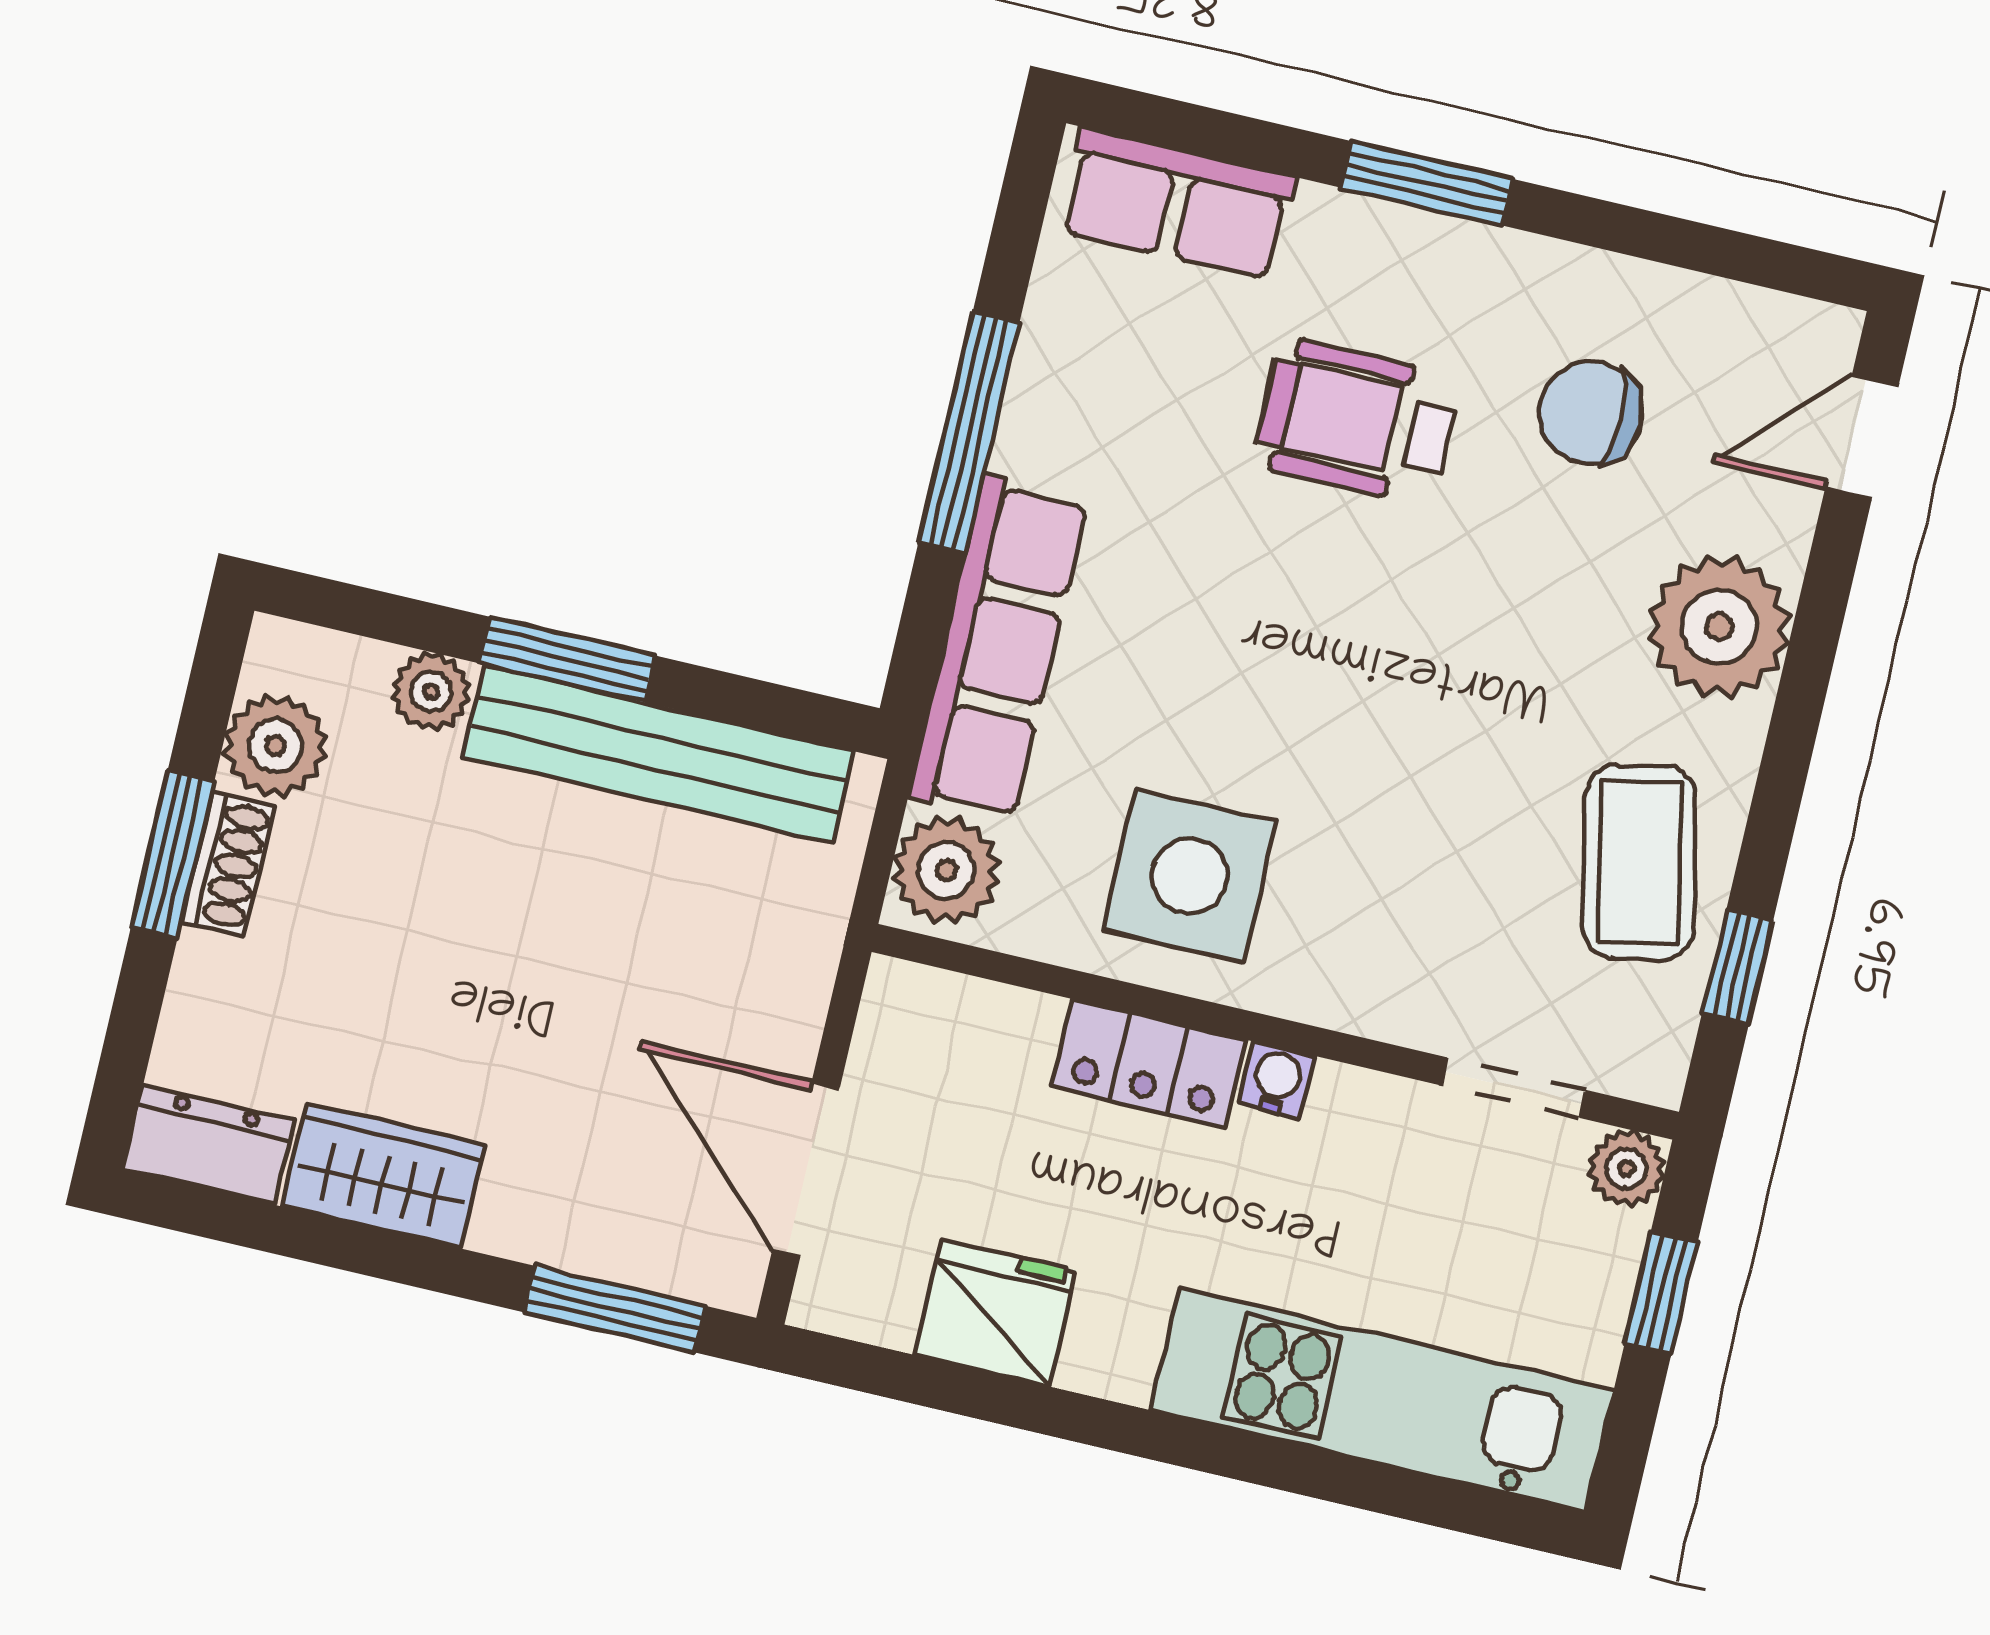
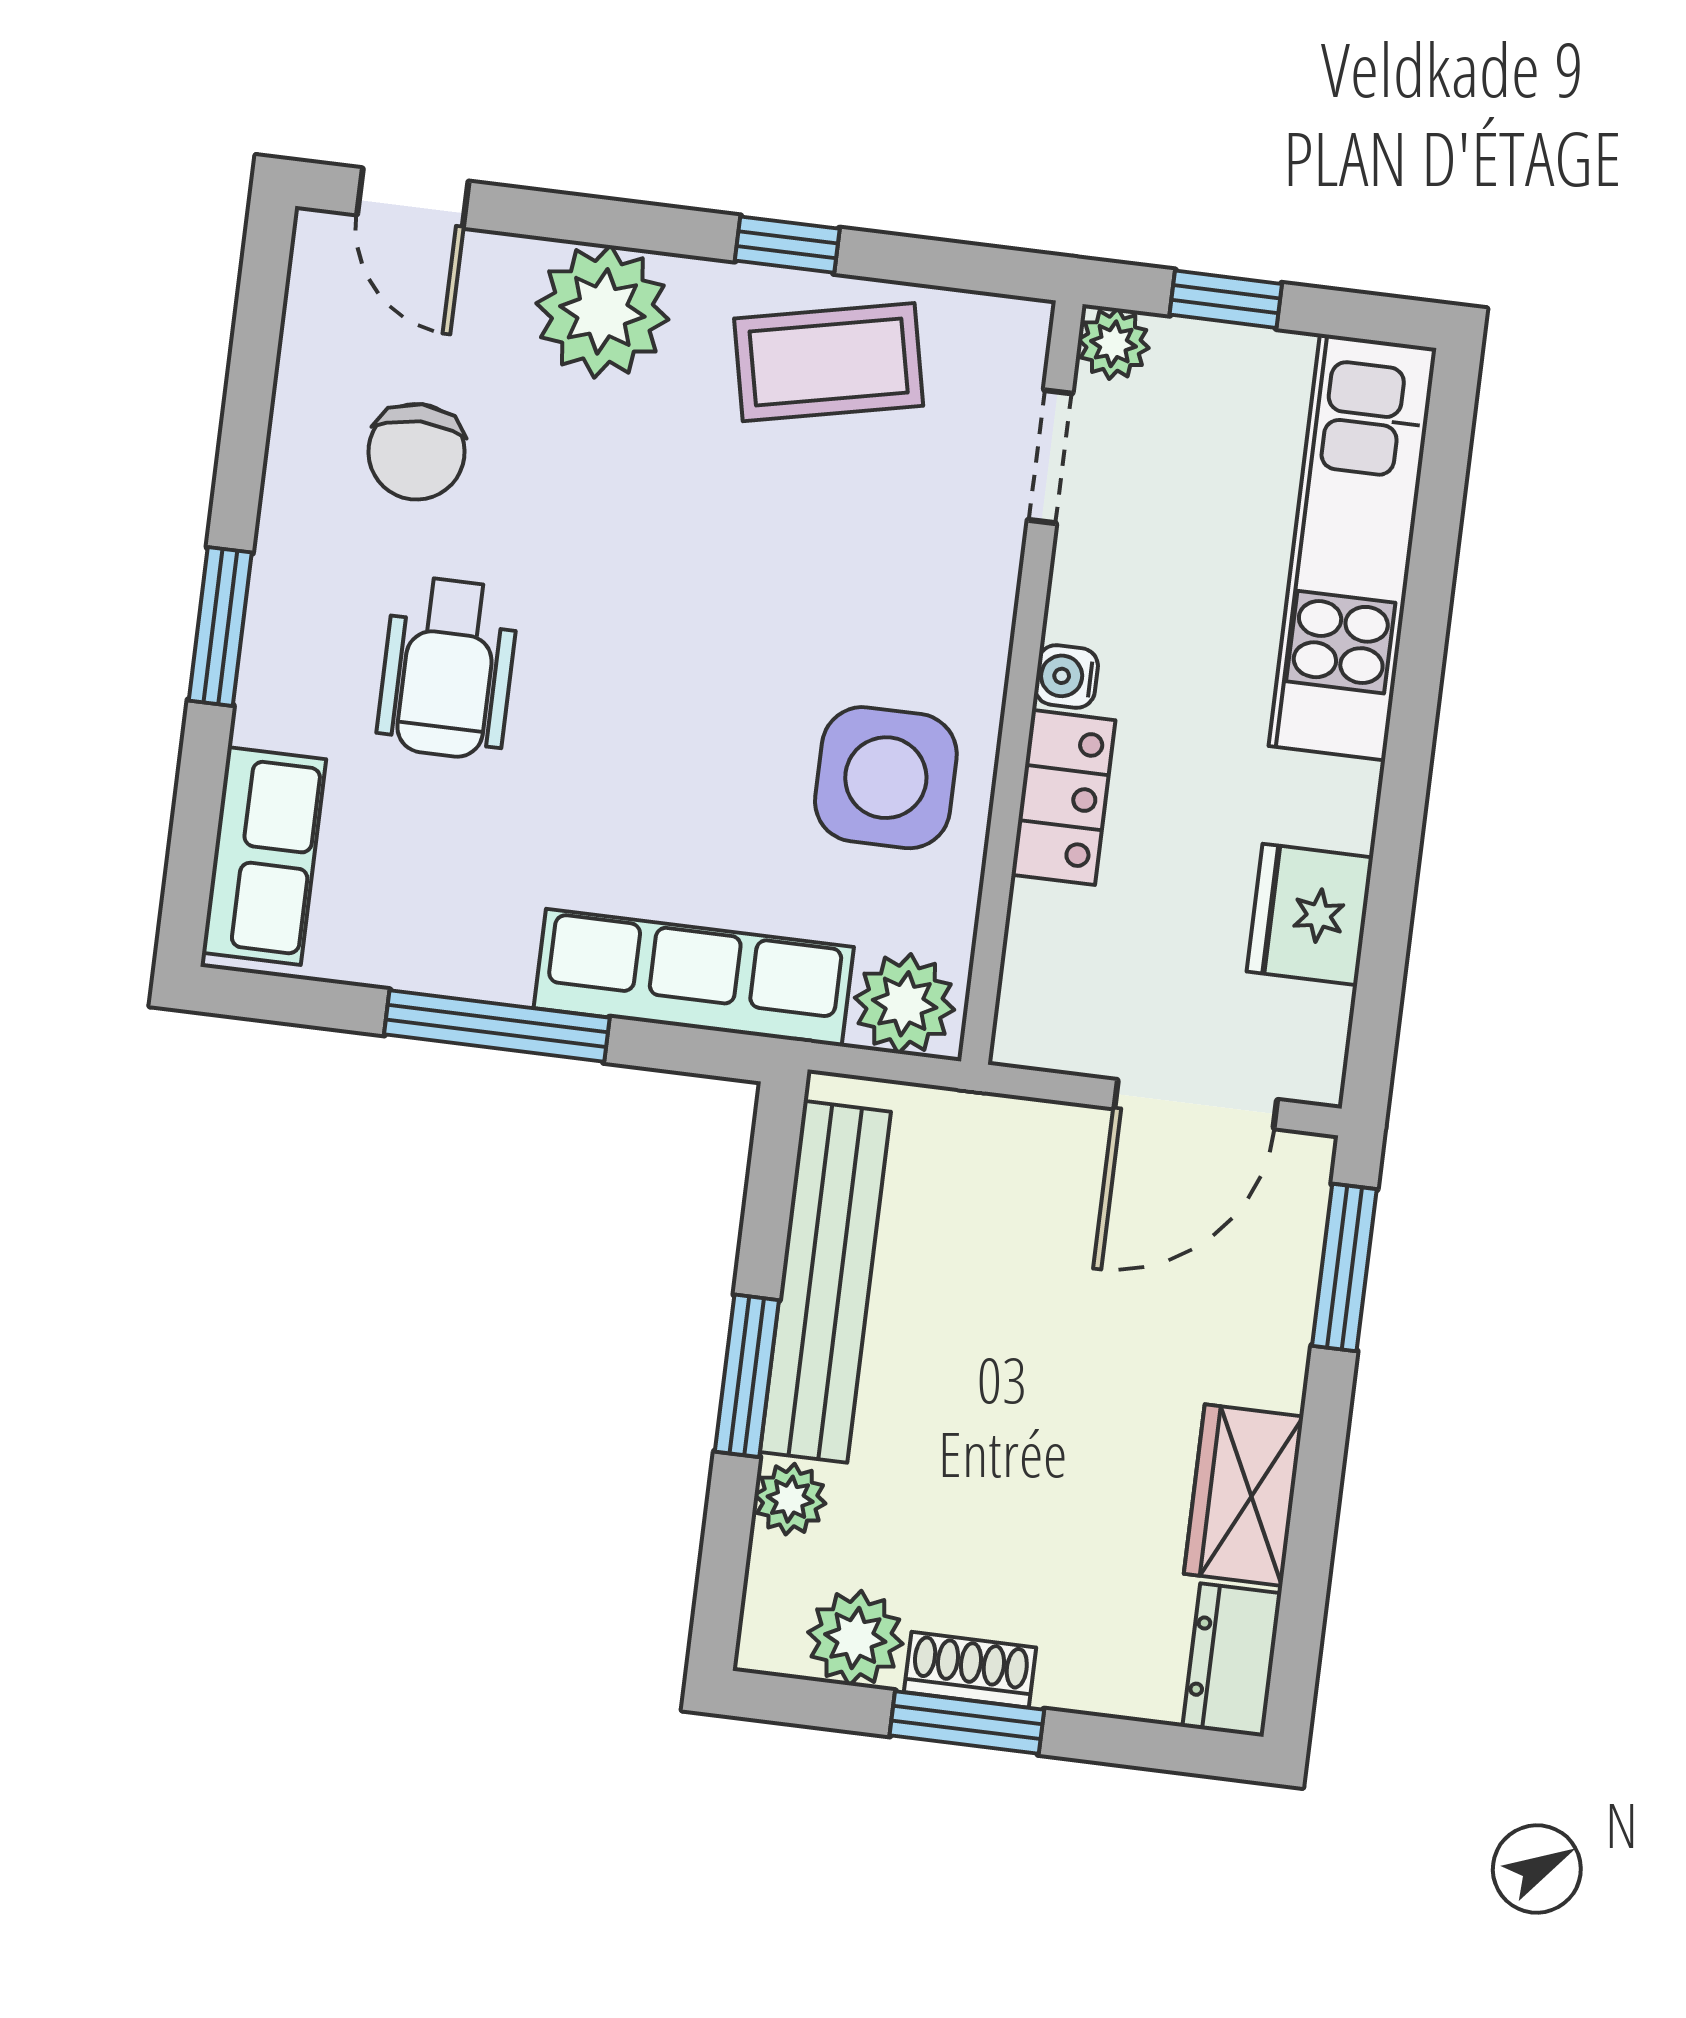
window: (1737, 967) -> (787, 245), moved

